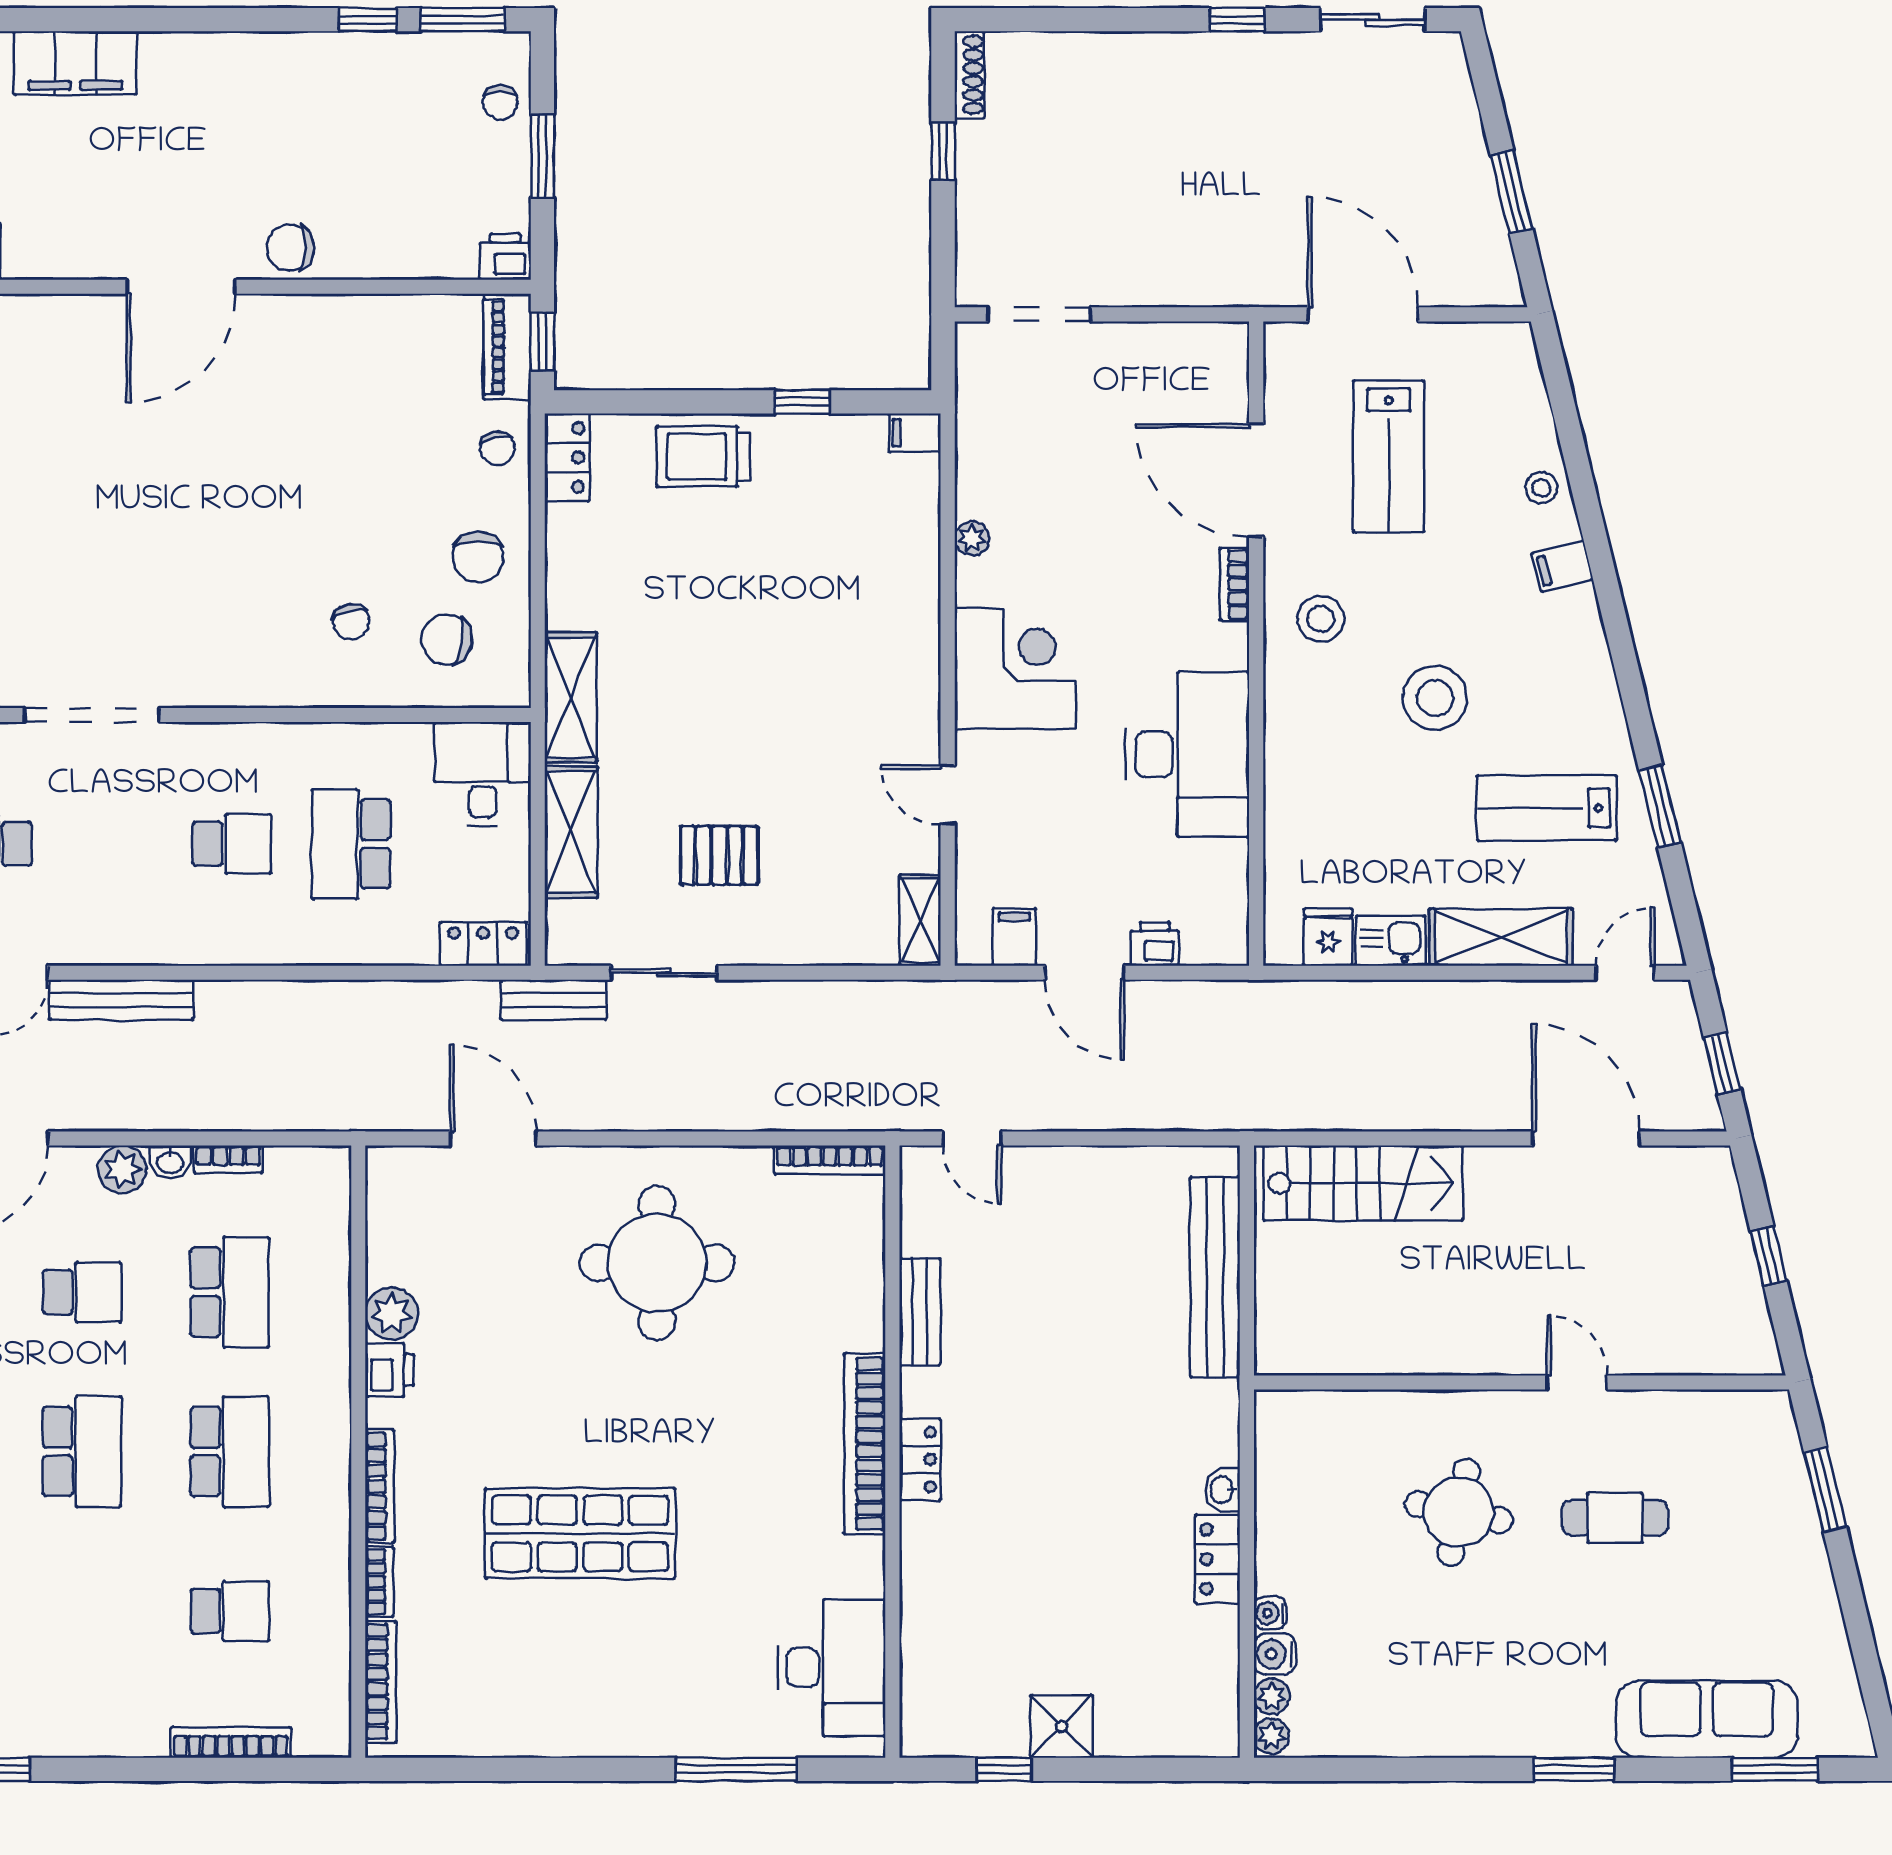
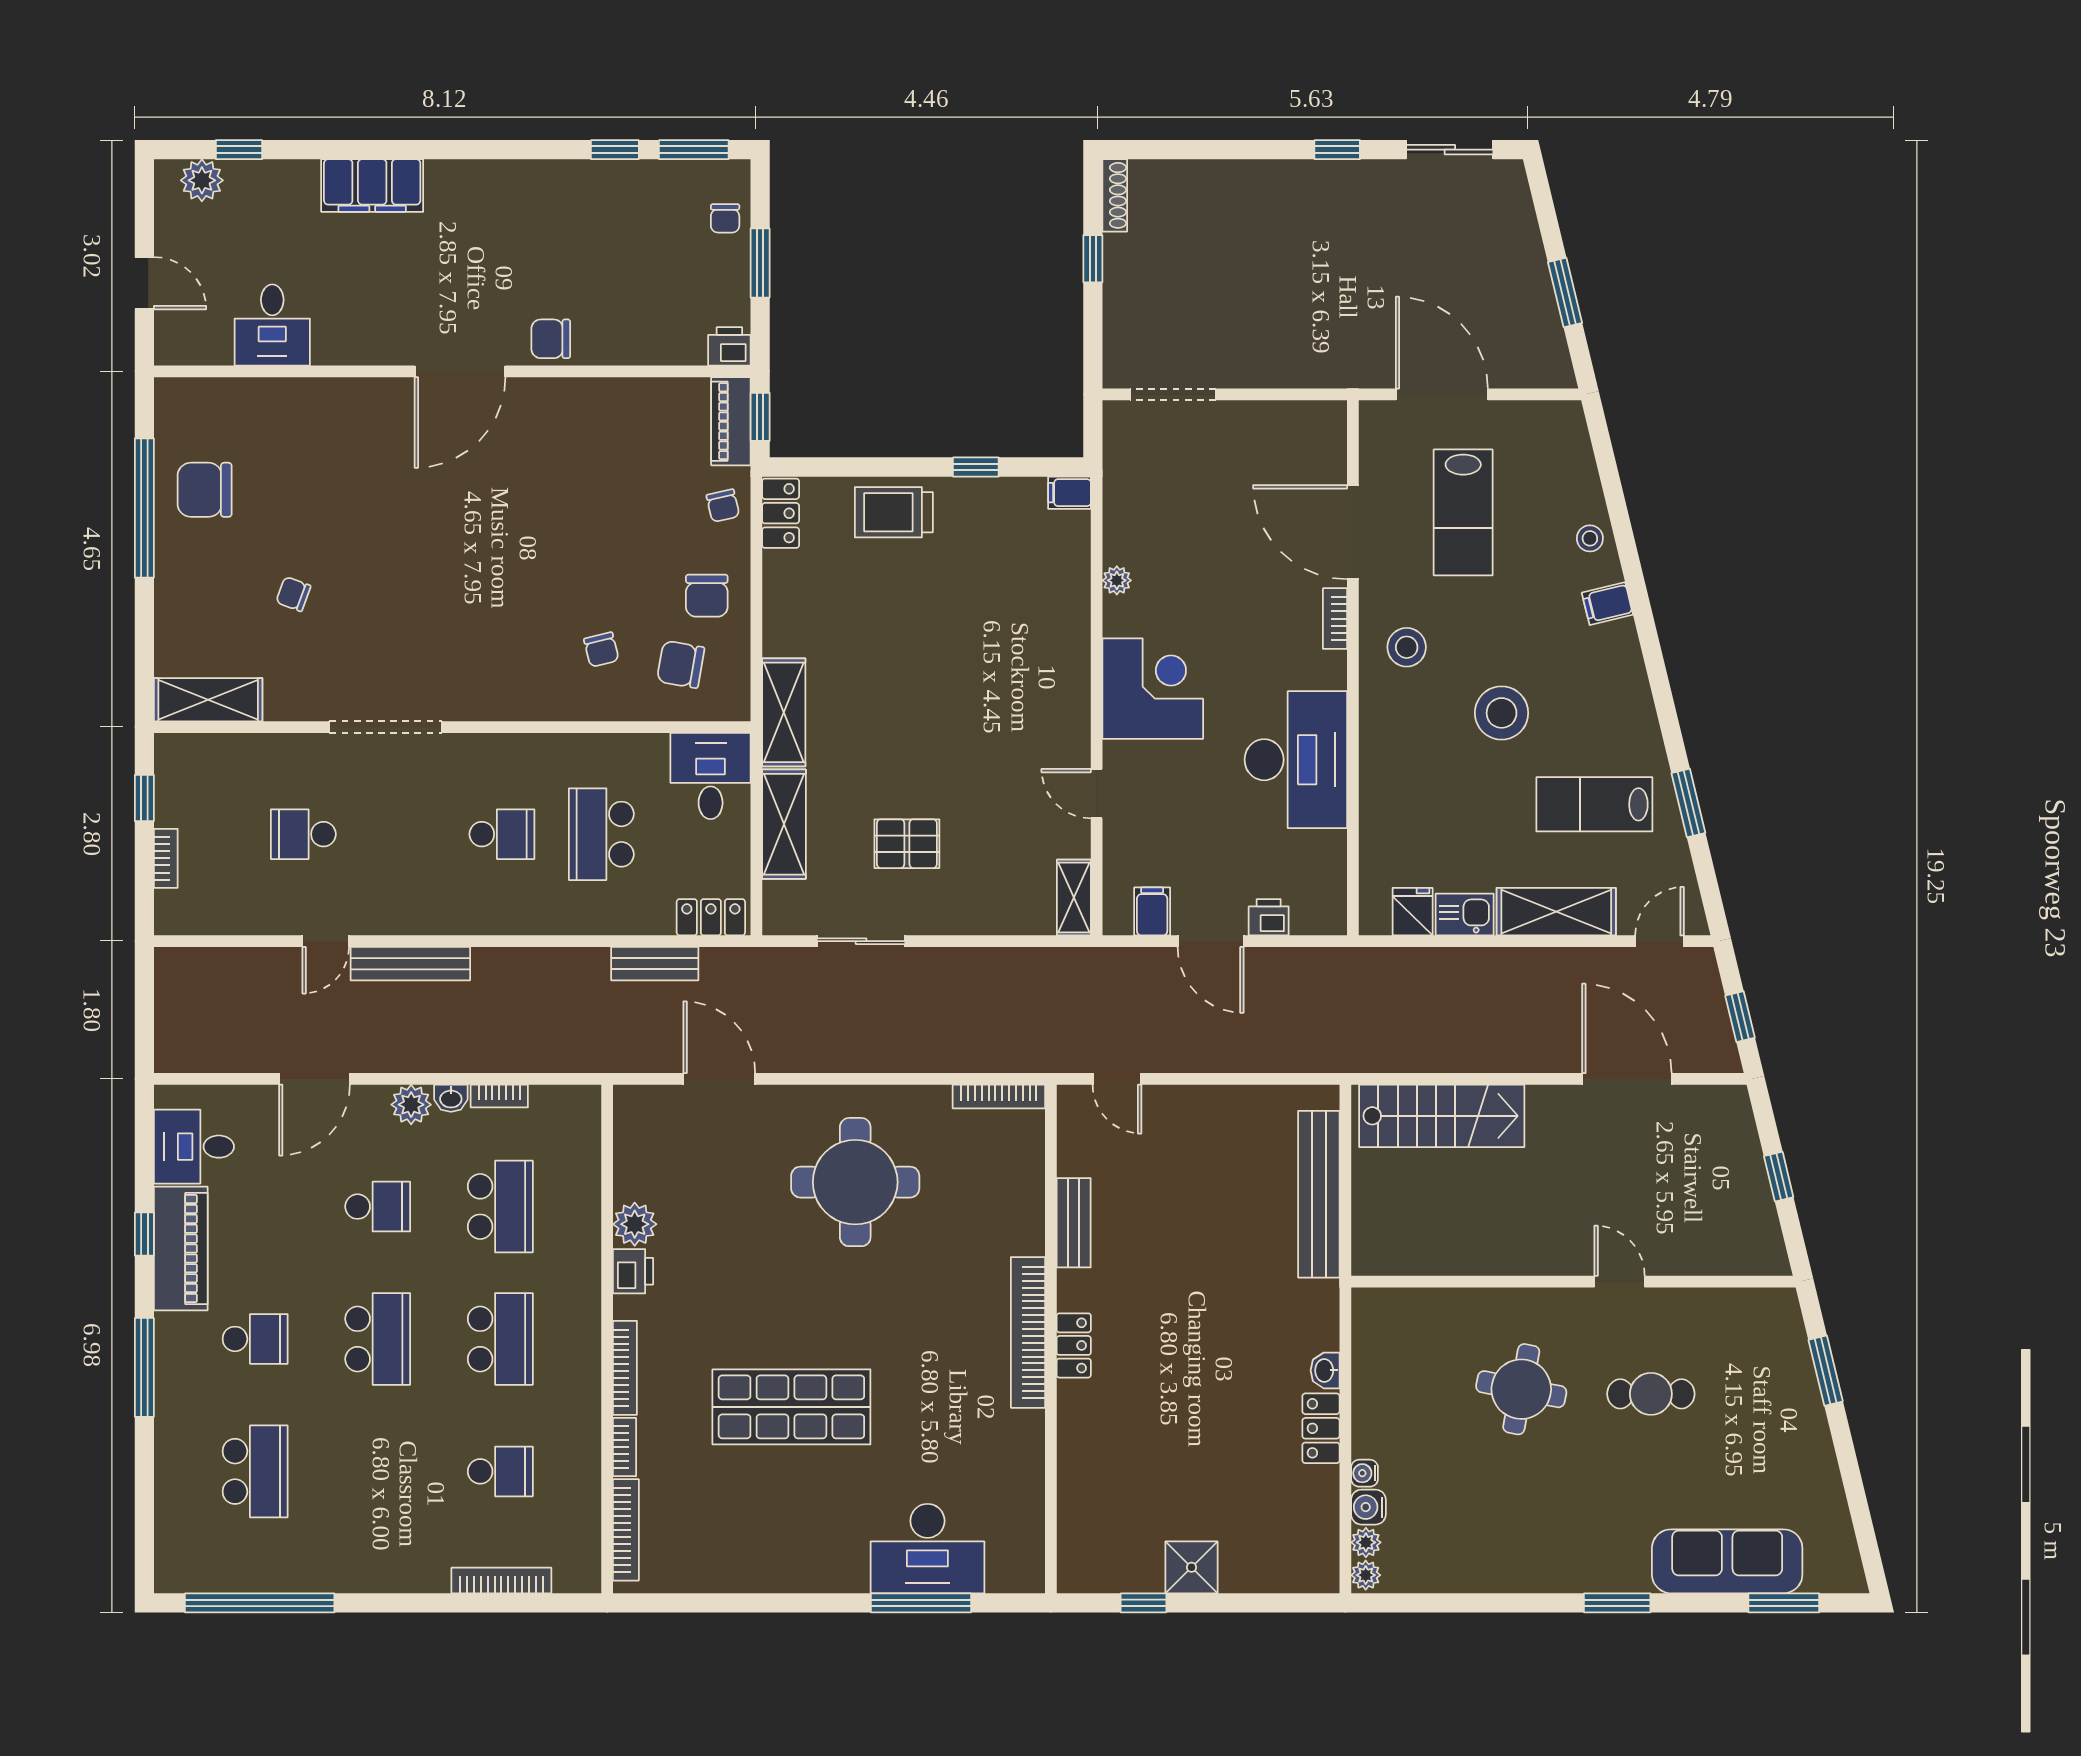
bench: (554, 1000) -> (655, 964), moved
desk: (832, 1668) -> (927, 1549), moved, turned 90

